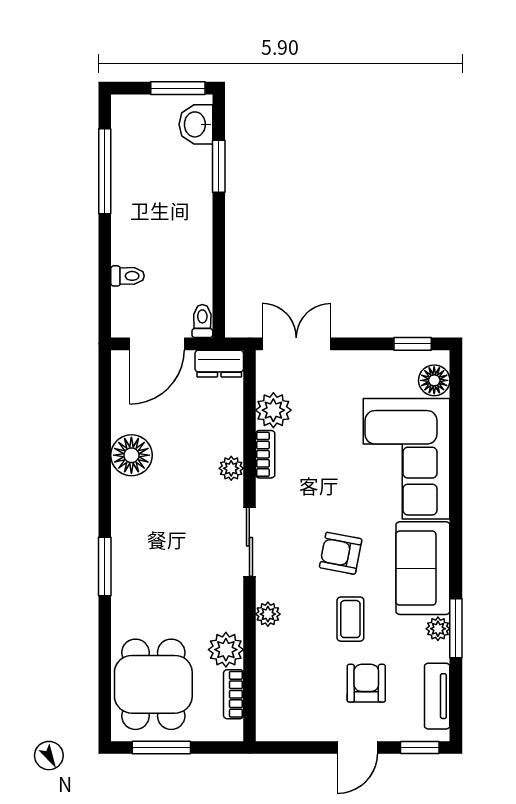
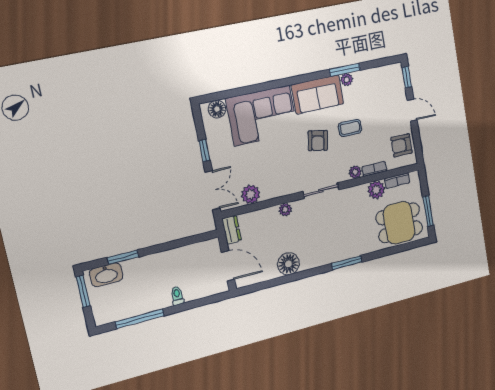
washbasin: (196, 124) -> (106, 275), width x1.38
toilet: (127, 276) -> (177, 296), moved
toilet: (202, 321) -> (211, 245), removed
double door: (296, 344) -> (213, 190), swing flipped
window: (413, 344) -> (204, 151), moved
bookcase: (265, 454) -> (374, 169), moved
armchair: (366, 683) -> (402, 145), moved
tv unit: (437, 696) -> (380, 73), removed

